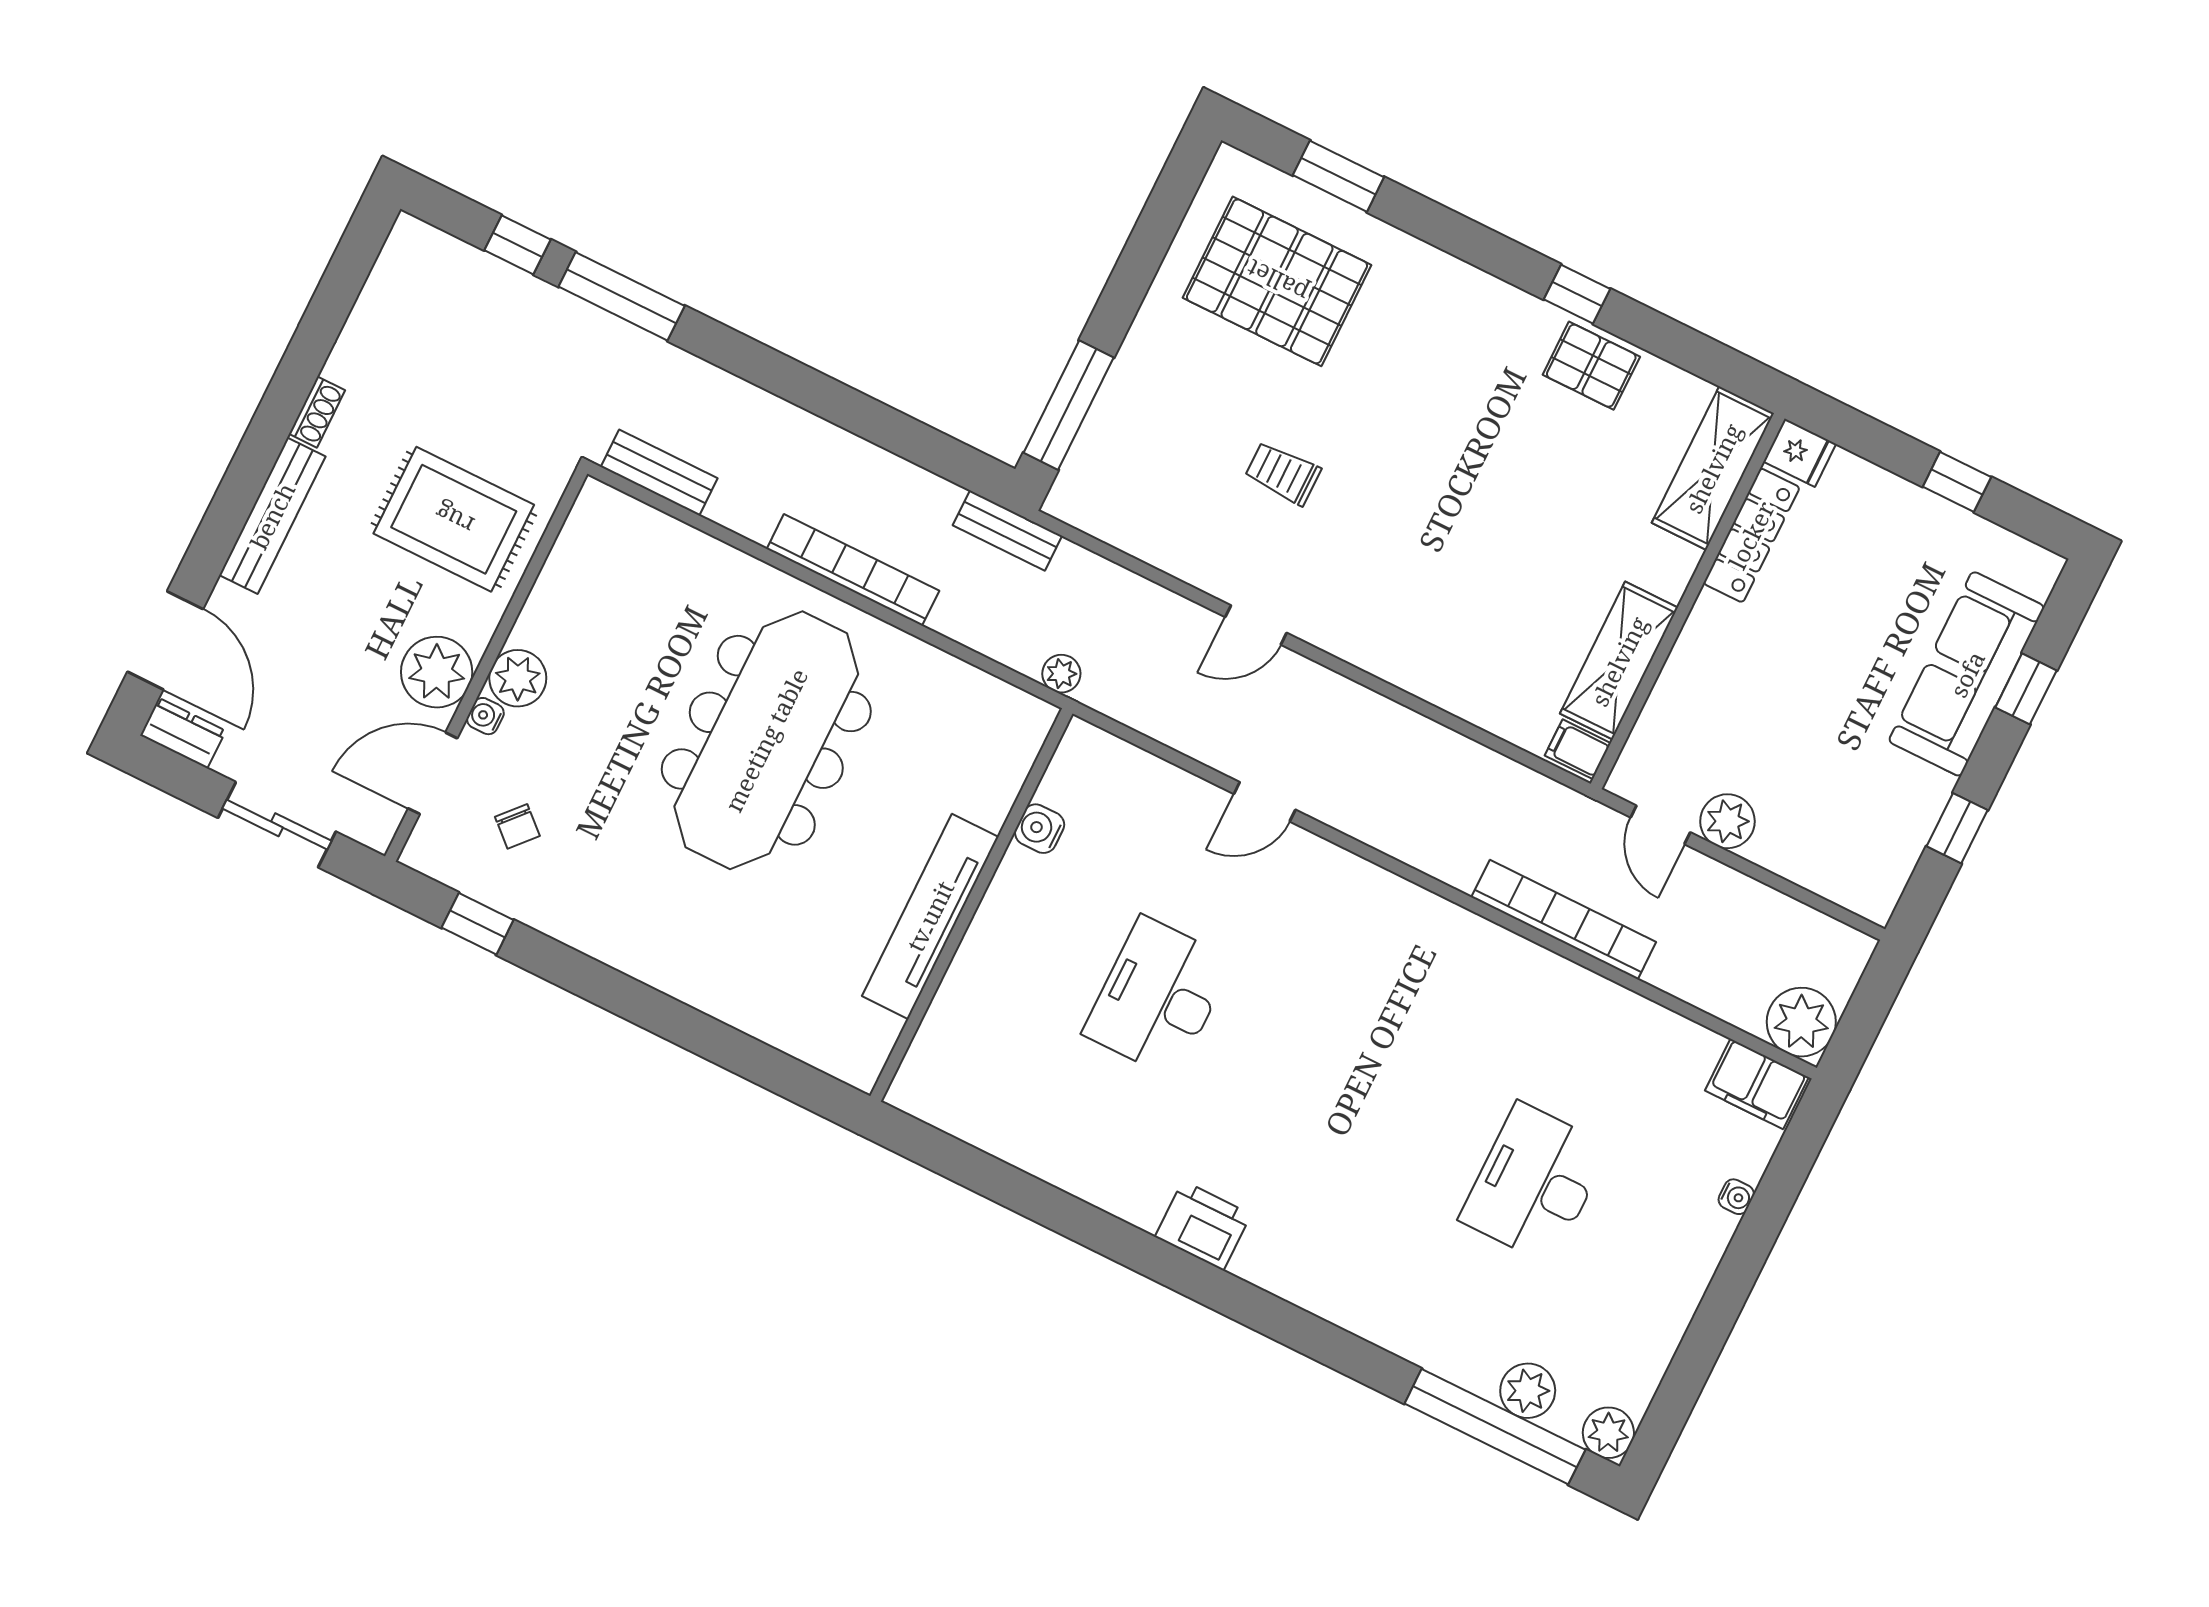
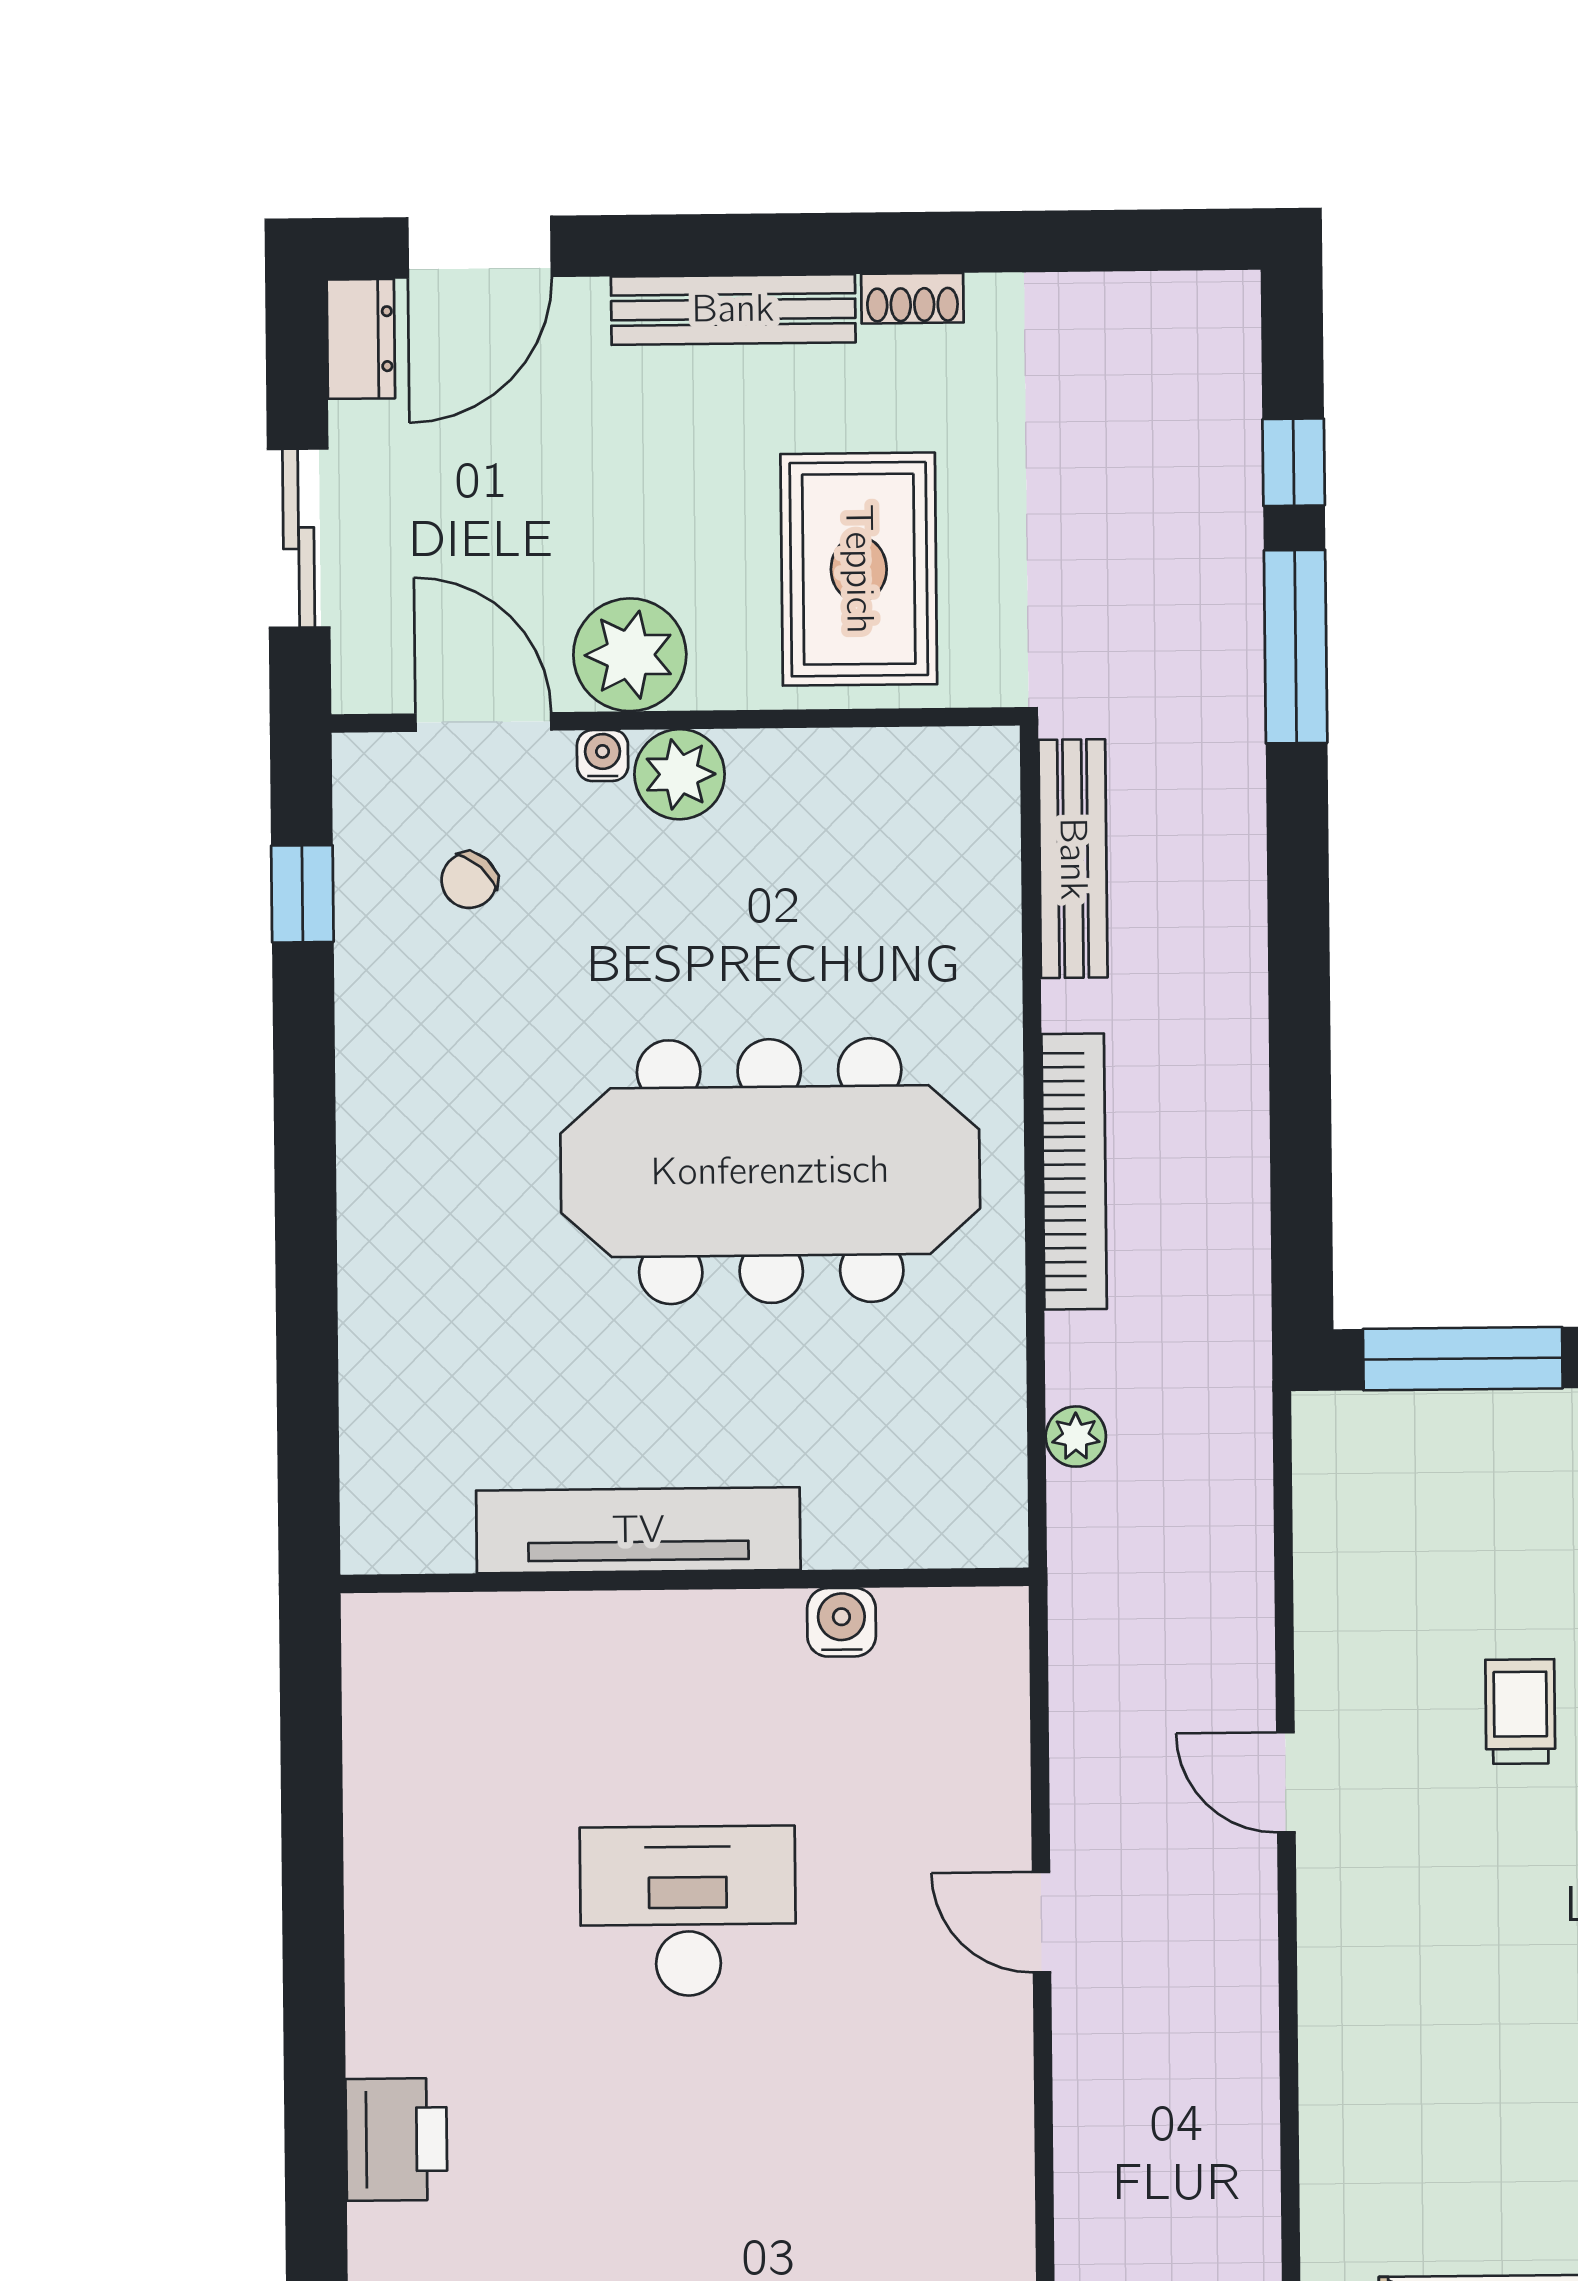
bench: (659, 473) -> (1073, 859), width x1.36
bench: (1007, 530) -> (1241, 1362), removed
plant: (1061, 674) -> (1076, 1437), moved

